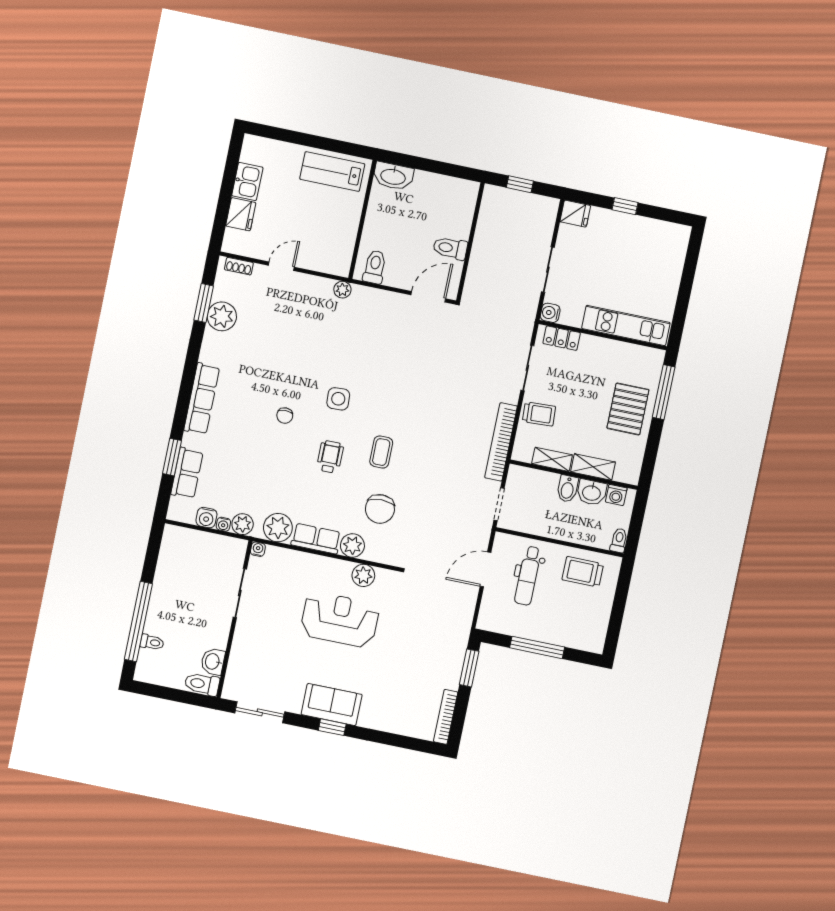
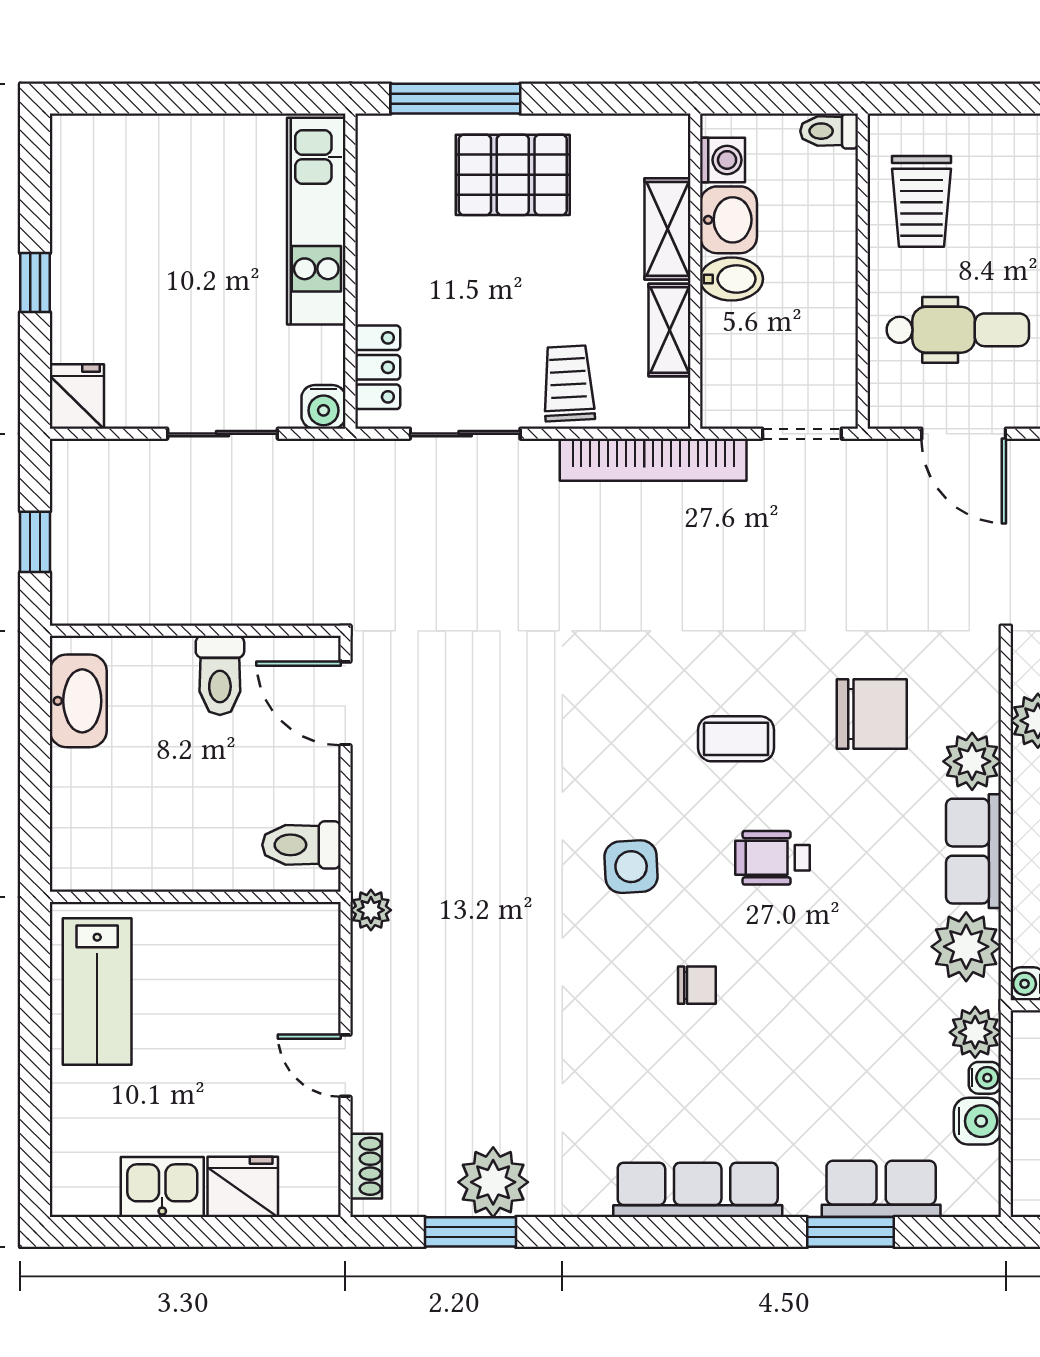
washbasin: (393, 176) -> (78, 701), moved

